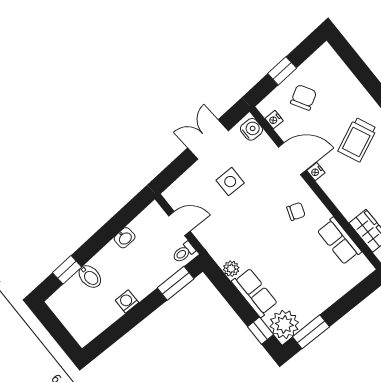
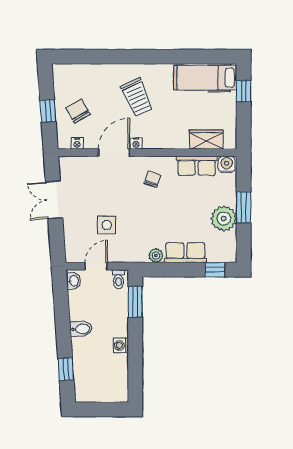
water cooler: (251, 129) -> (227, 164), moved
side table: (230, 182) -> (107, 225), moved
washbasin: (125, 238) -> (73, 281), moved
bidet: (90, 276) -> (81, 329), moved
plant: (284, 324) -> (224, 219), moved
window: (311, 332) -> (244, 207), moved

